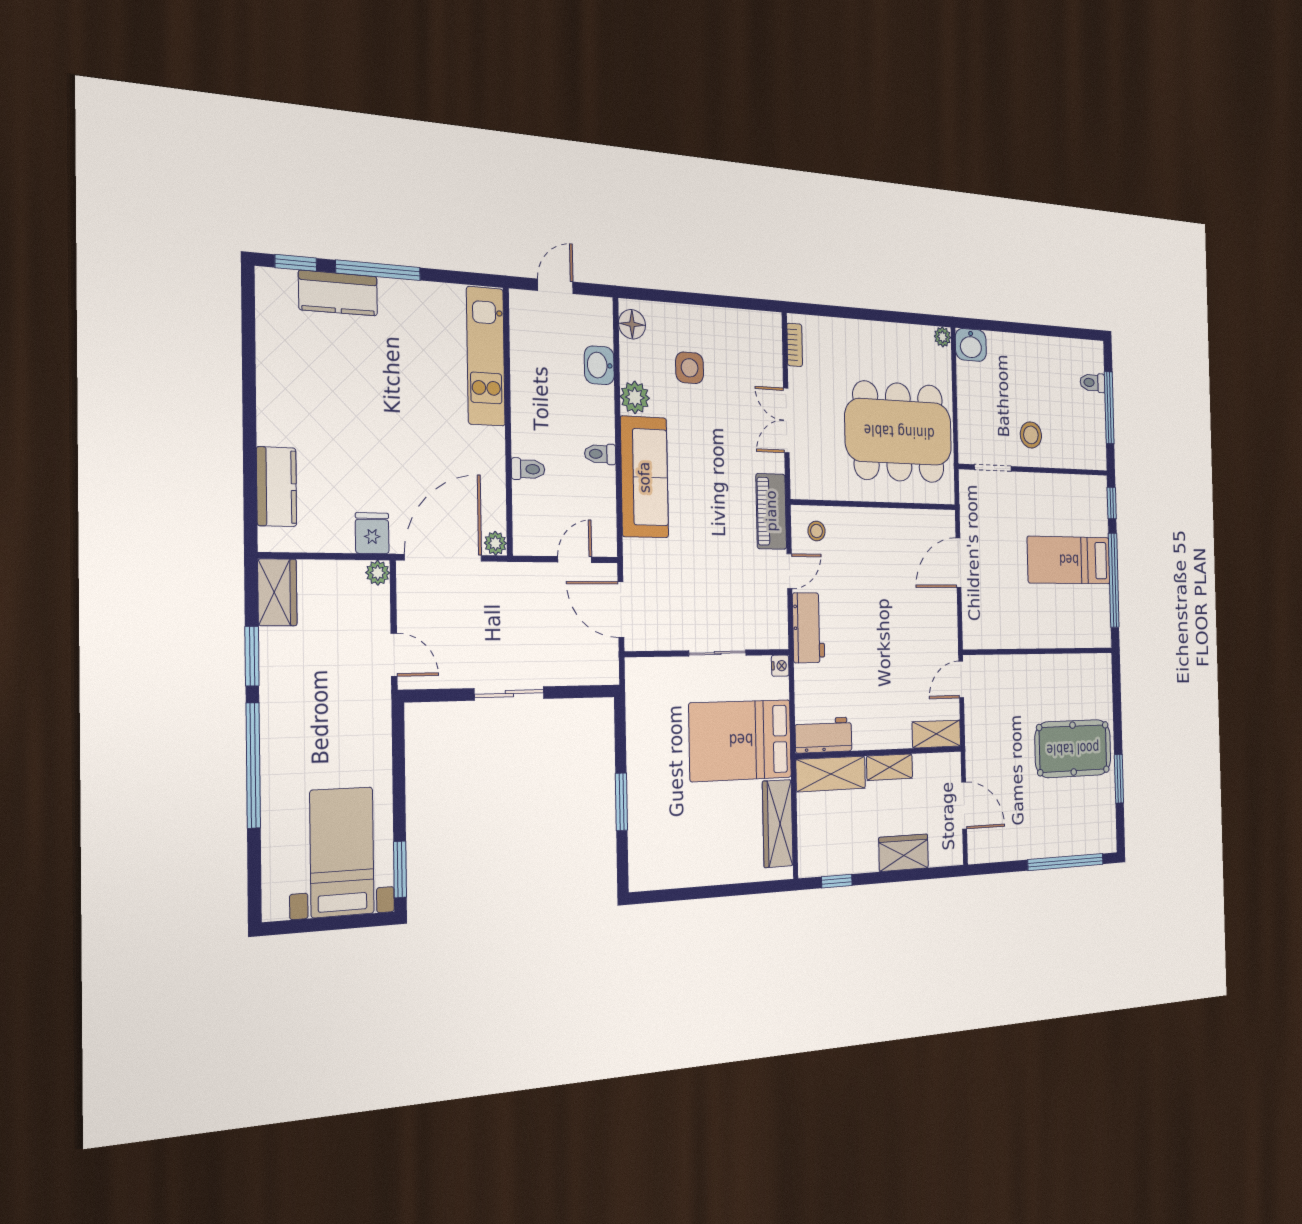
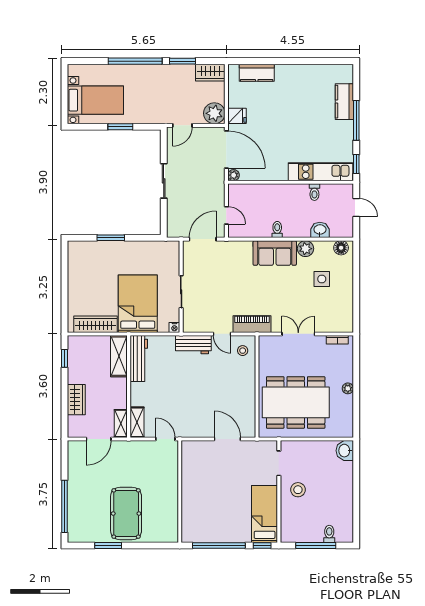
window: (296, 263) -> (356, 164), moved
plant: (943, 337) -> (348, 388), moved
dining table: (899, 432) -> (296, 402), turned 90
toilet: (528, 469) -> (314, 192), moved
sofa: (644, 477) -> (275, 253), width x0.73
bed: (1069, 560) -> (265, 514), moved
plant: (378, 573) -> (214, 113), width x1.87, depth x1.87
workbench: (823, 735) -> (139, 358), width x1.38
shelving: (890, 767) -> (121, 423), moved
window: (400, 869) -> (120, 127), moved

